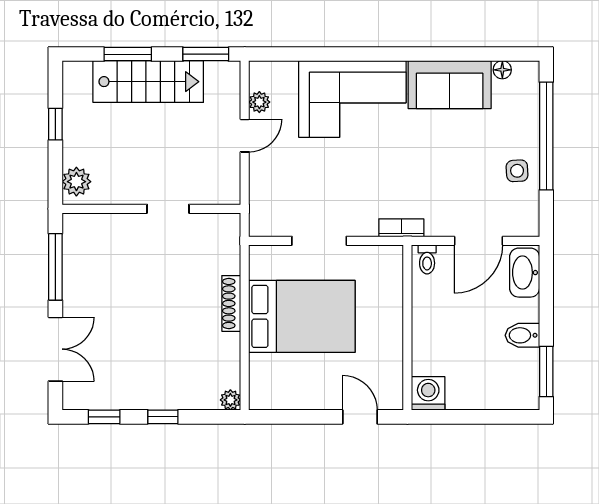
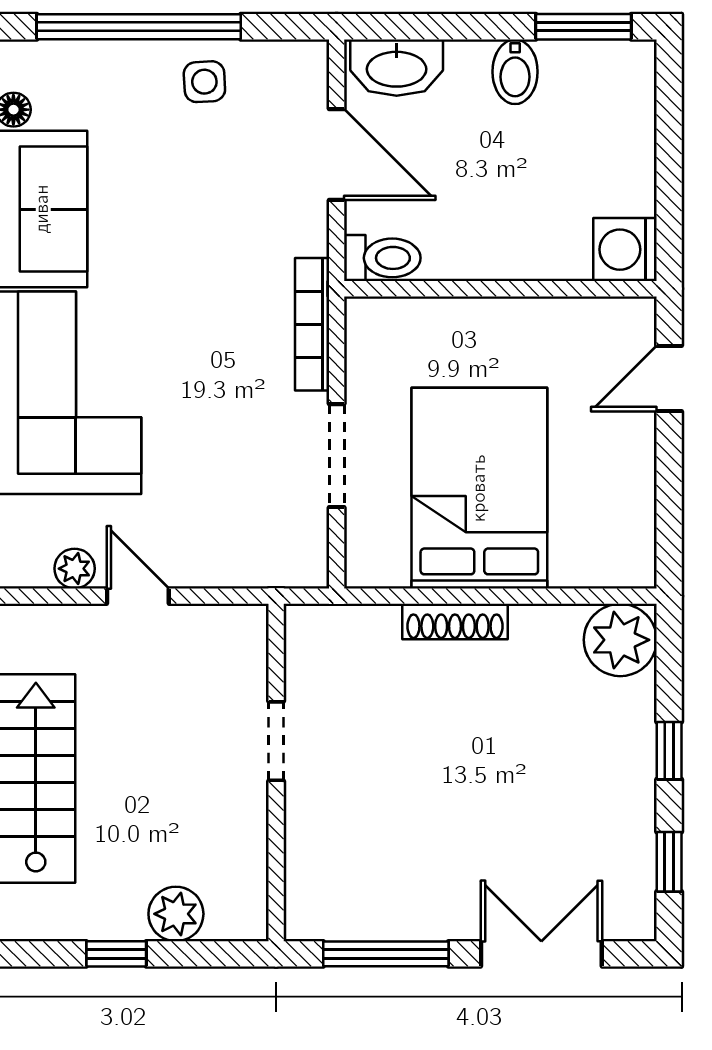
plant: (76, 182) -> (176, 914), moved
bookcase: (401, 228) -> (312, 324), width x1.56
toilet: (427, 259) -> (382, 258), width x1.37, depth x1.39
plant: (230, 400) -> (620, 640), width x1.88, depth x1.88

